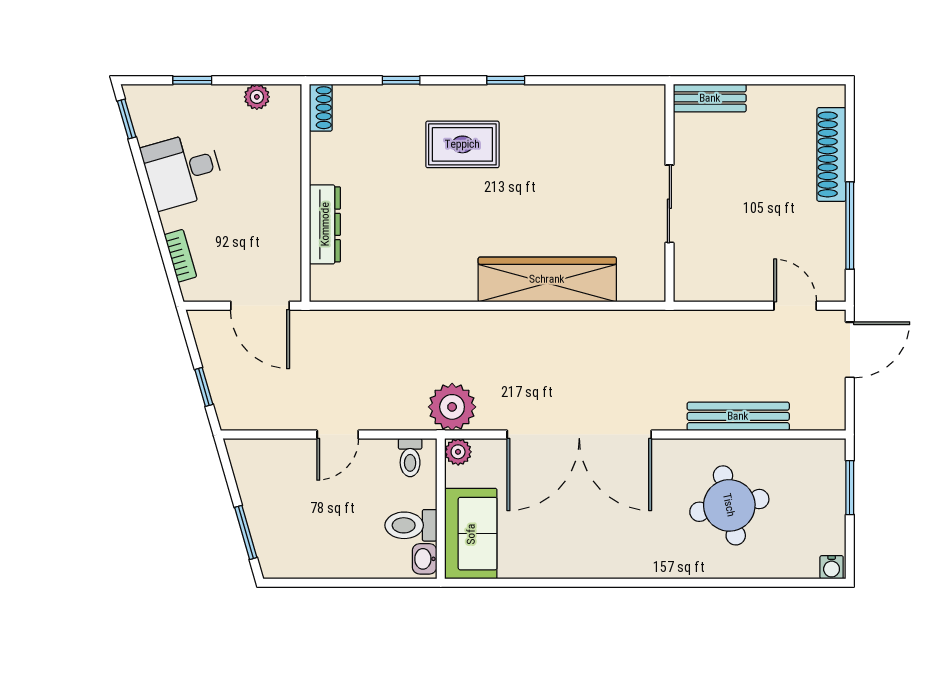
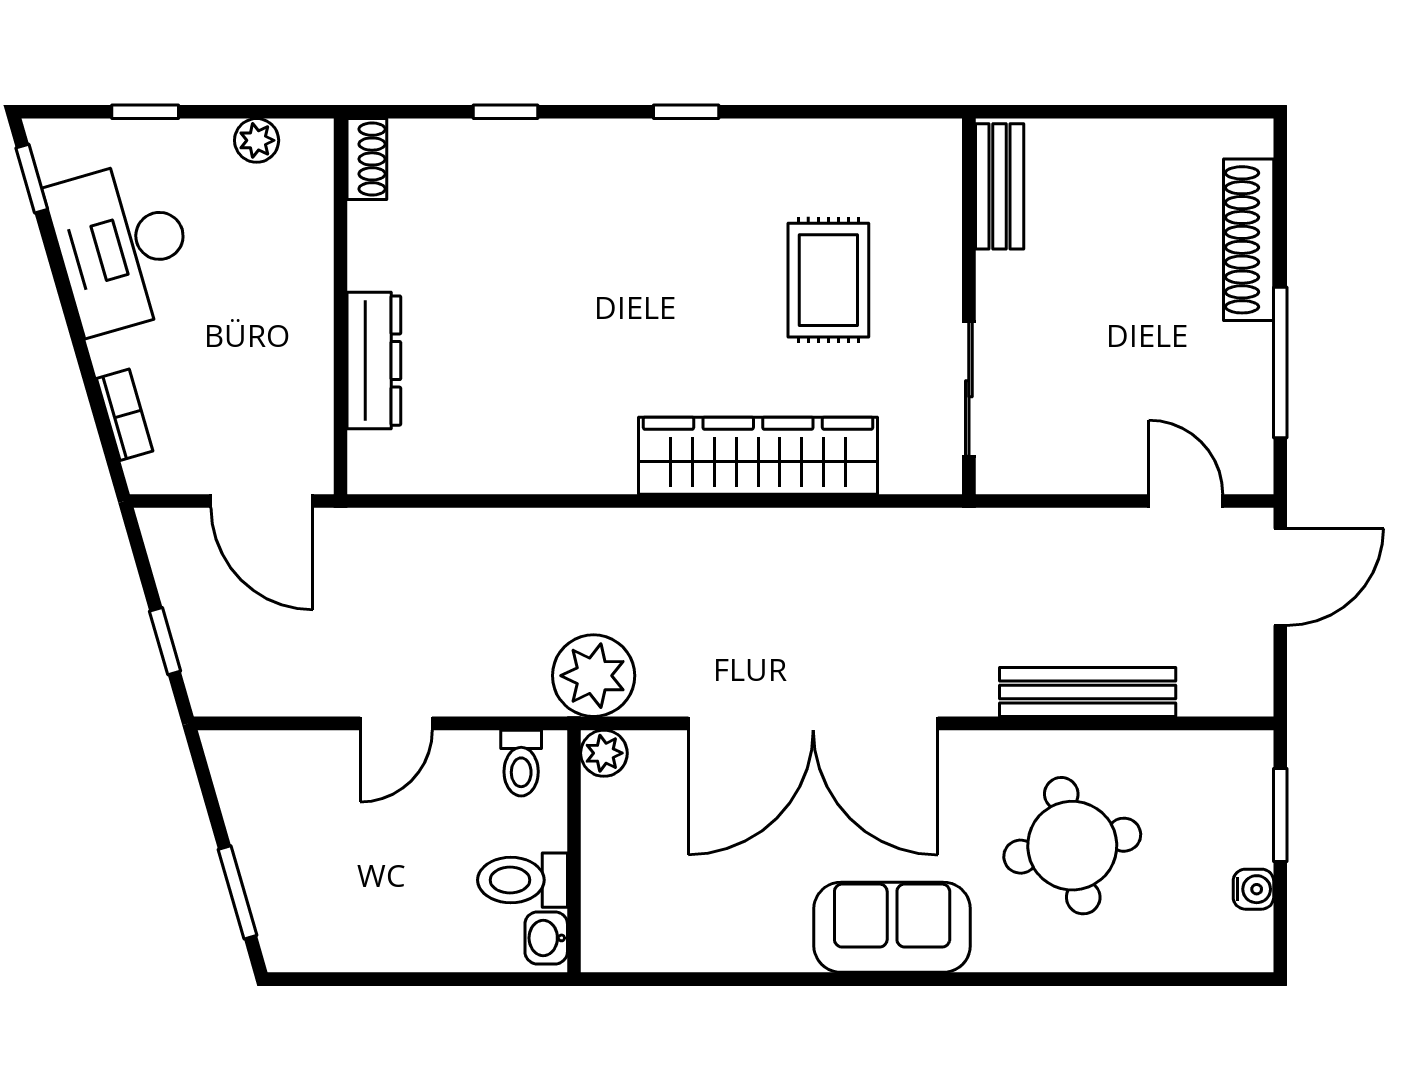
bench: (710, 98) -> (1000, 186), moved, turned 90
rug: (462, 144) -> (828, 280), moved, turned 90
desk: (183, 170) -> (123, 247), width x1.37
sliding door: (669, 204) -> (969, 389), moved
sofa: (471, 534) -> (892, 927), moved, turned -90
water cooler: (832, 567) -> (1253, 889), moved, turned -90

